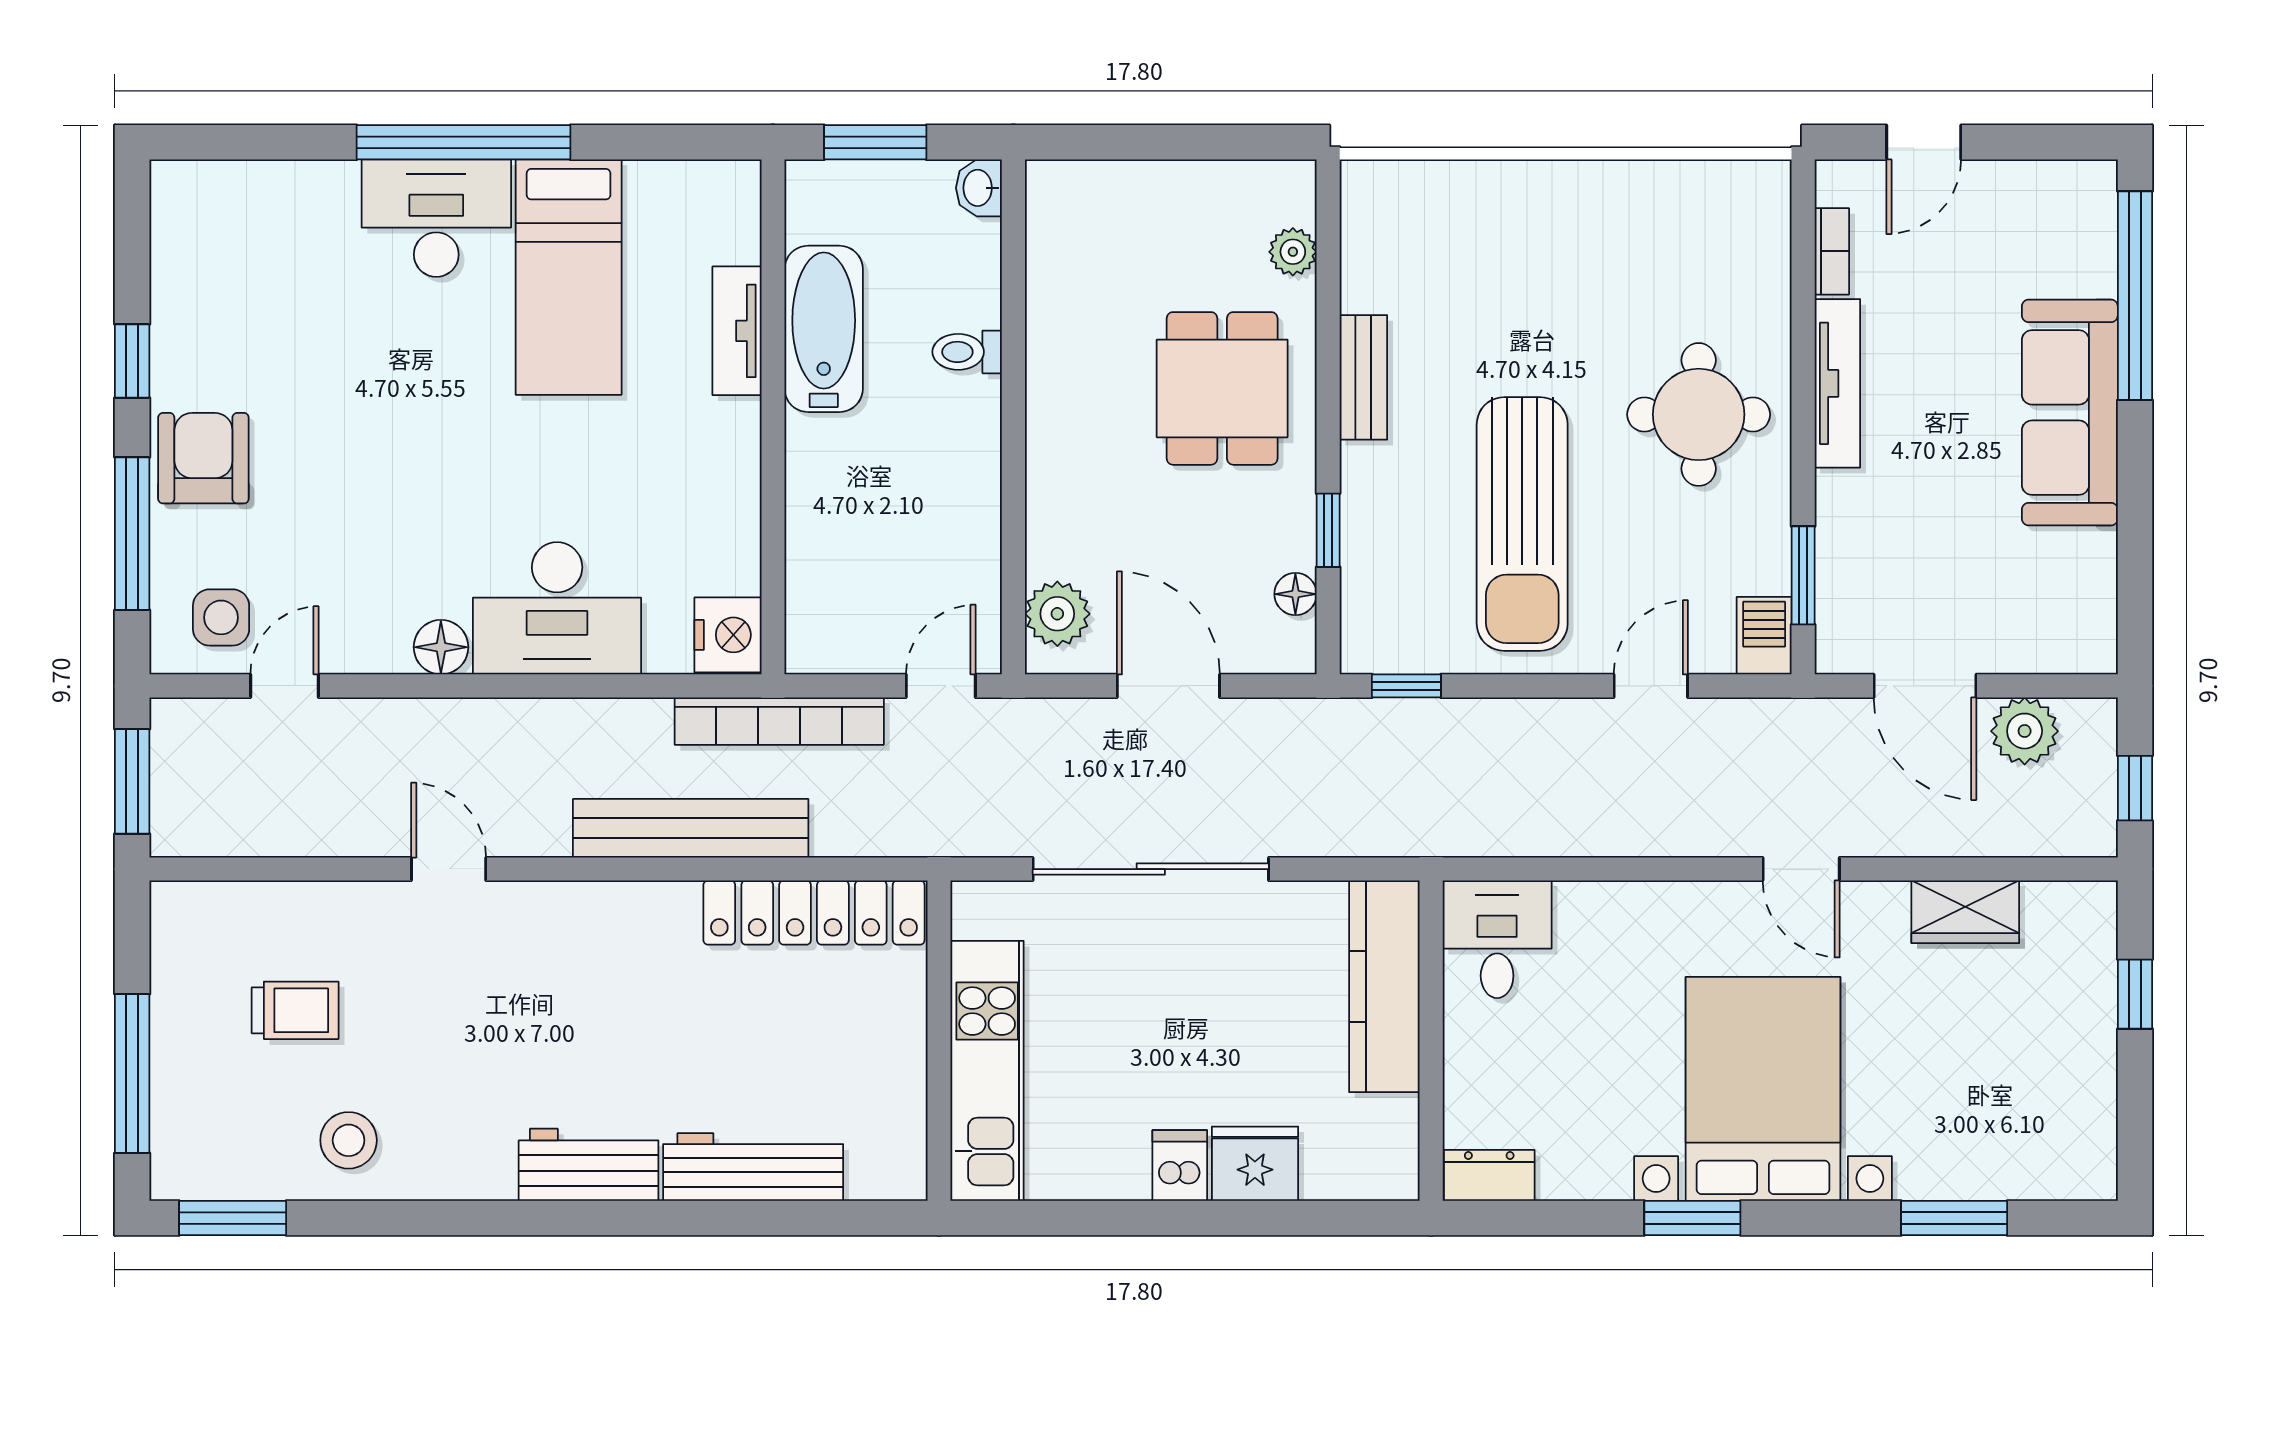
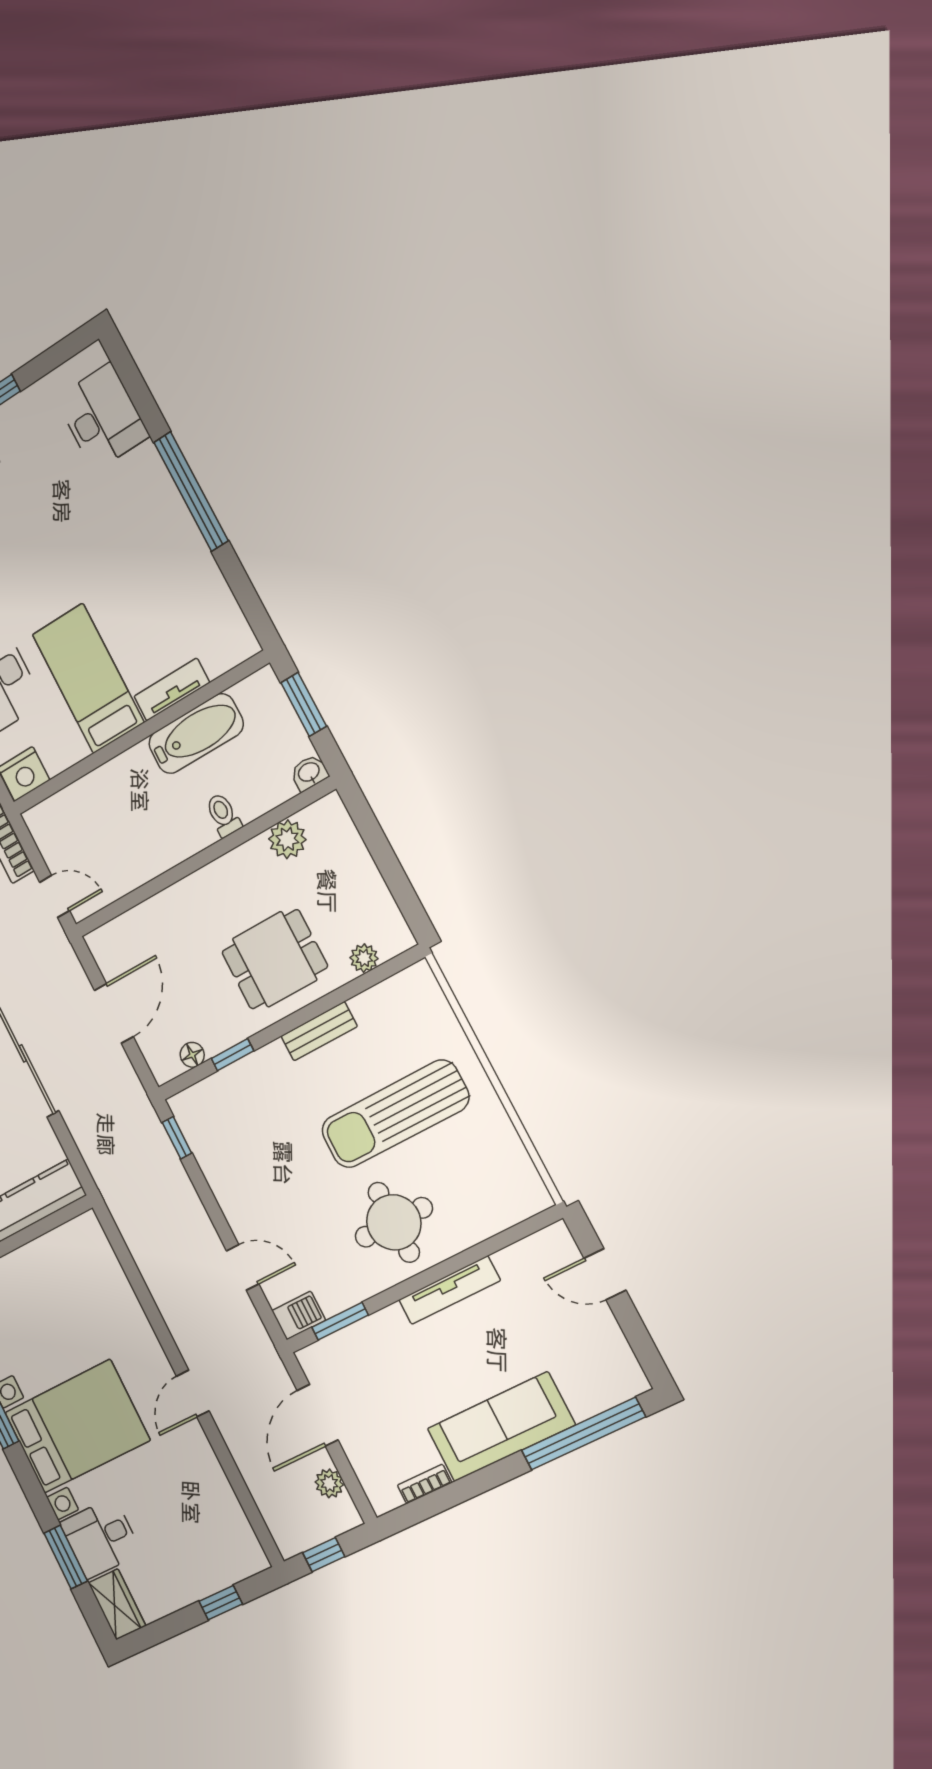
desk: (436, 218) -> (102, 417), moved
bookcase: (1832, 251) -> (425, 1484), moved, turned 180
bed: (569, 277) -> (88, 678), moved, turned 90
sun lounger: (1522, 524) -> (395, 1114), moved
plant: (1057, 614) -> (287, 839), moved
plant: (2025, 731) -> (329, 1483), width x0.73, depth x0.73
wardrobe: (1965, 912) -> (117, 1604), moved, turned 180
desk: (1497, 939) -> (101, 1538), moved, turned 180

